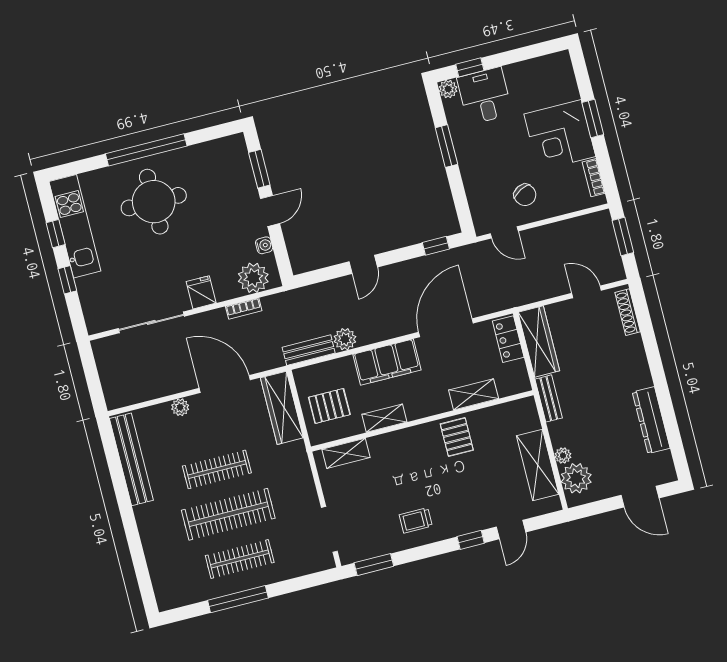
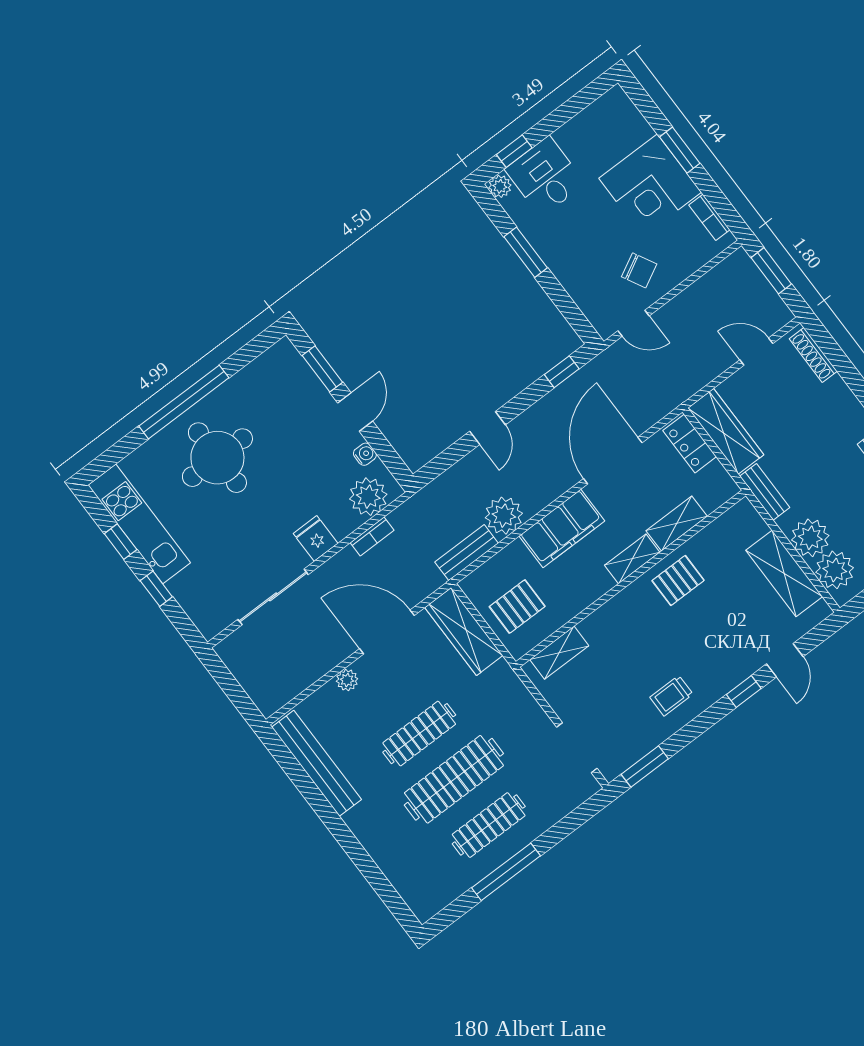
plant: (345, 339) -> (504, 516), width x1.36, depth x1.36
shelving: (384, 418) -> (632, 559), moved
pallet: (457, 437) -> (678, 580), turned 90
plant: (563, 455) -> (810, 538), width x1.87, depth x1.87

